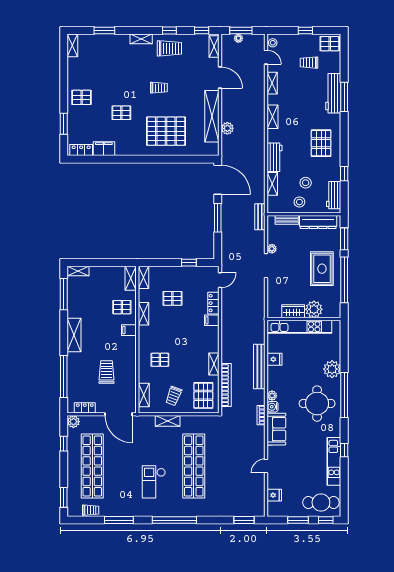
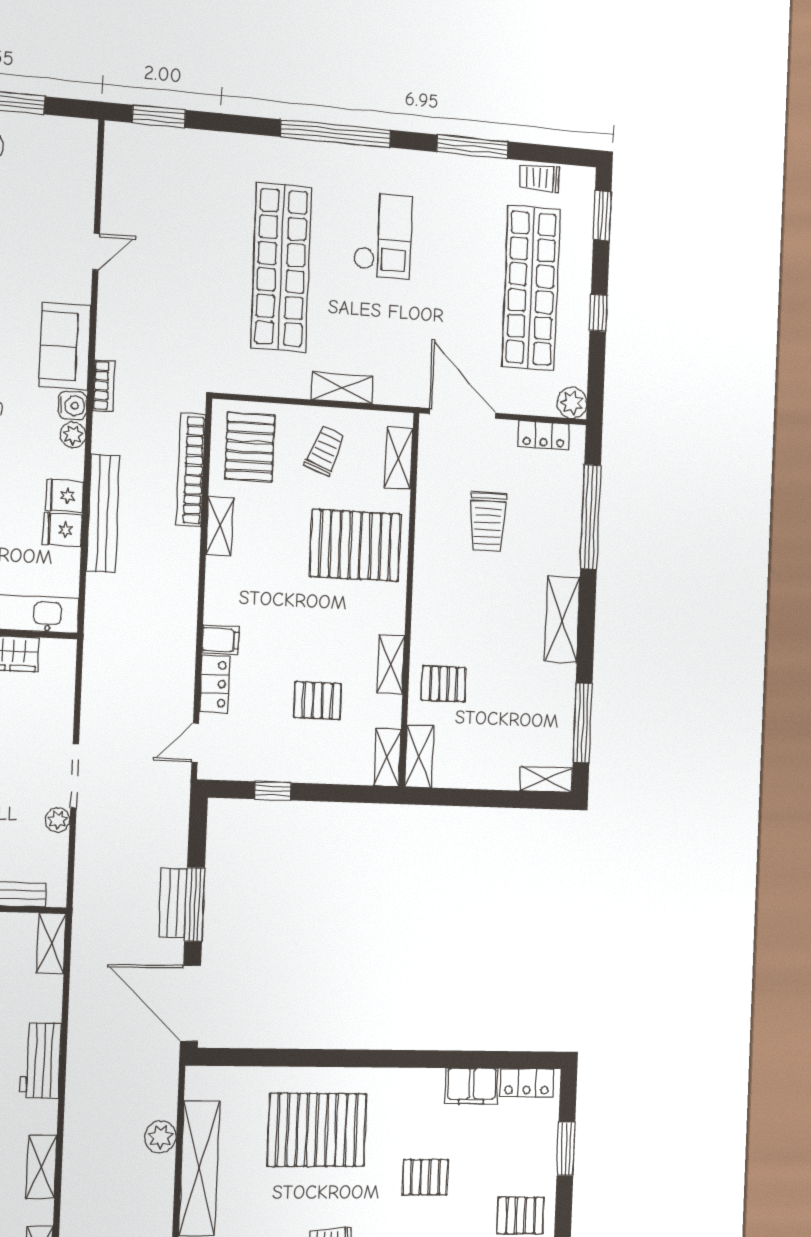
shelving: (272, 184) -> (51, 943), moved
bench: (260, 217) -> (173, 903), moved
filing cabinet: (129, 330) -> (429, 625), removed
pallet: (160, 360) -> (355, 545), width x2.05, depth x2.00
window: (64, 444) -> (599, 313), moved
fridge: (274, 495) -> (65, 496), moved

